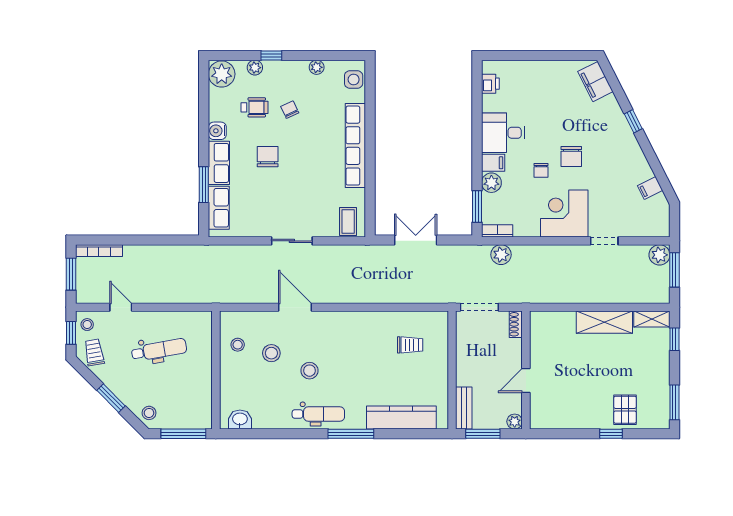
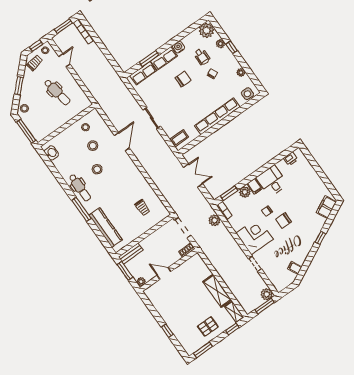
pallet: (625, 410) -> (208, 327), moved

